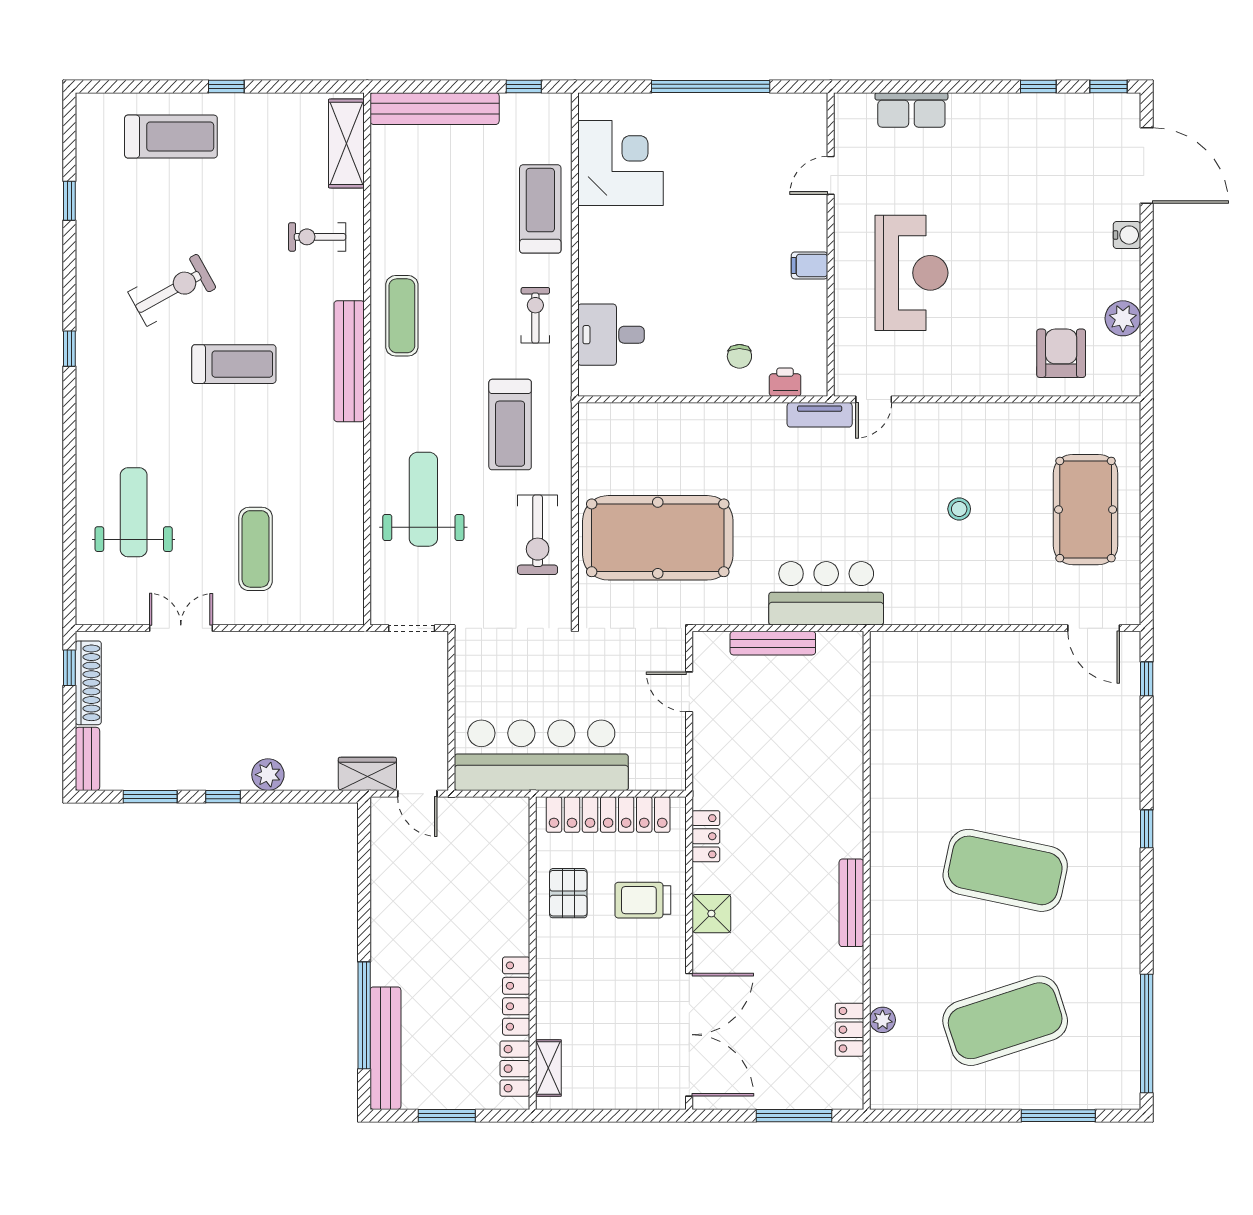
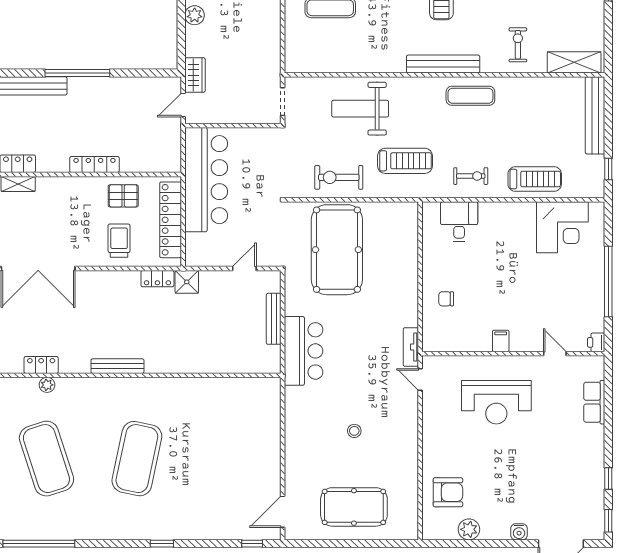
printer: (785, 382) -> (596, 342), moved, turned 180
treadmill: (510, 425) -> (405, 161), turned 180
weight bench: (423, 499) -> (360, 109), turned 180
shower: (711, 914) -> (187, 282), moved
locker: (516, 996) -> (94, 164), moved
window: (364, 1015) -> (77, 73), moved

